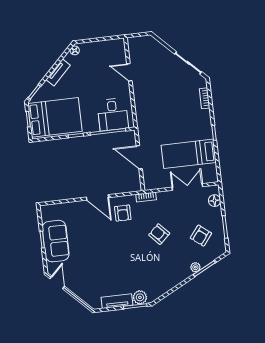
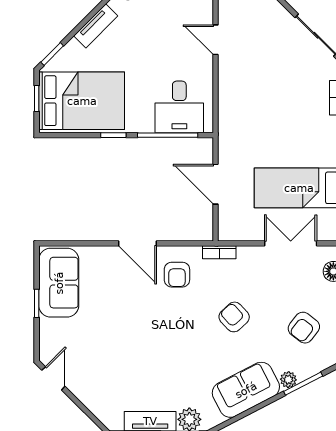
sofa: (56, 241) -> (59, 283), moved
sofa: (171, 276) -> (246, 390), added

